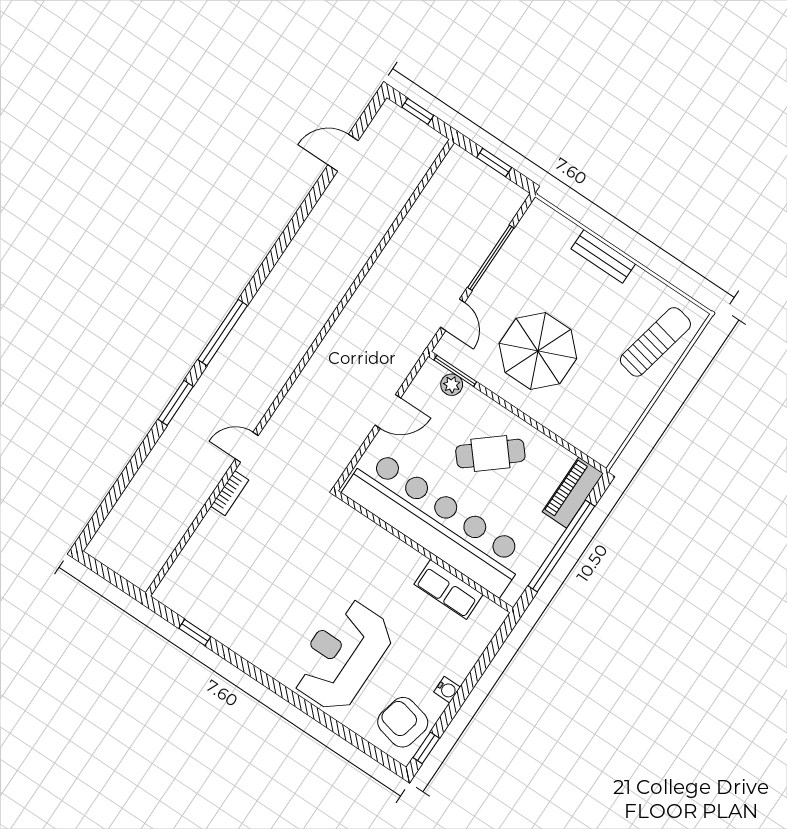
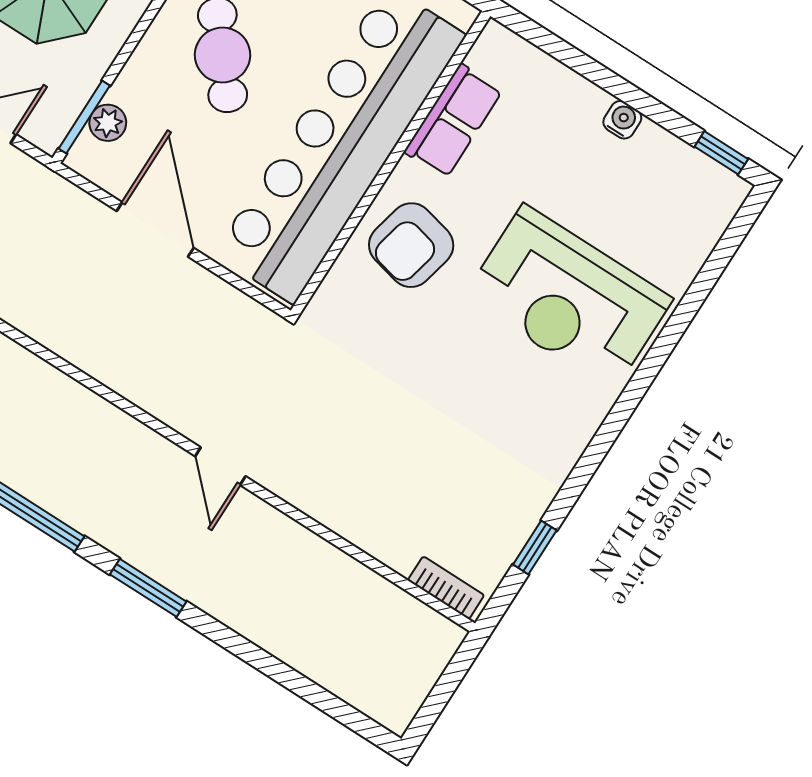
door: (388, 411) -> (155, 230), width x1.38
bookcase: (230, 493) -> (446, 588), moved
armchair: (403, 722) -> (411, 245), moved

